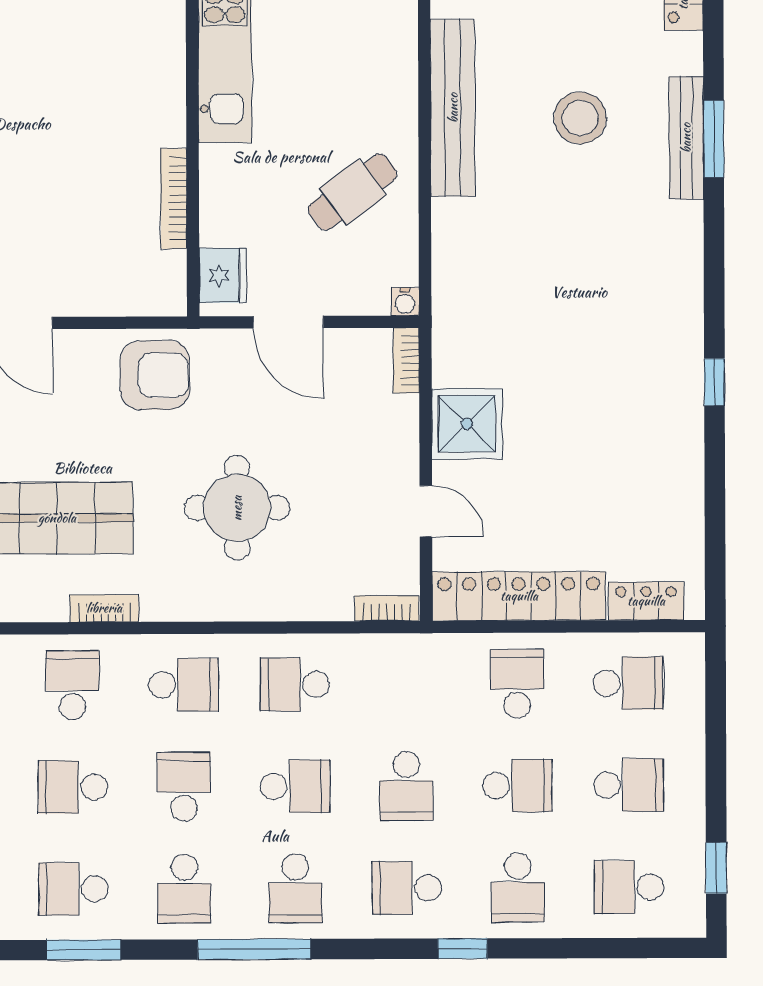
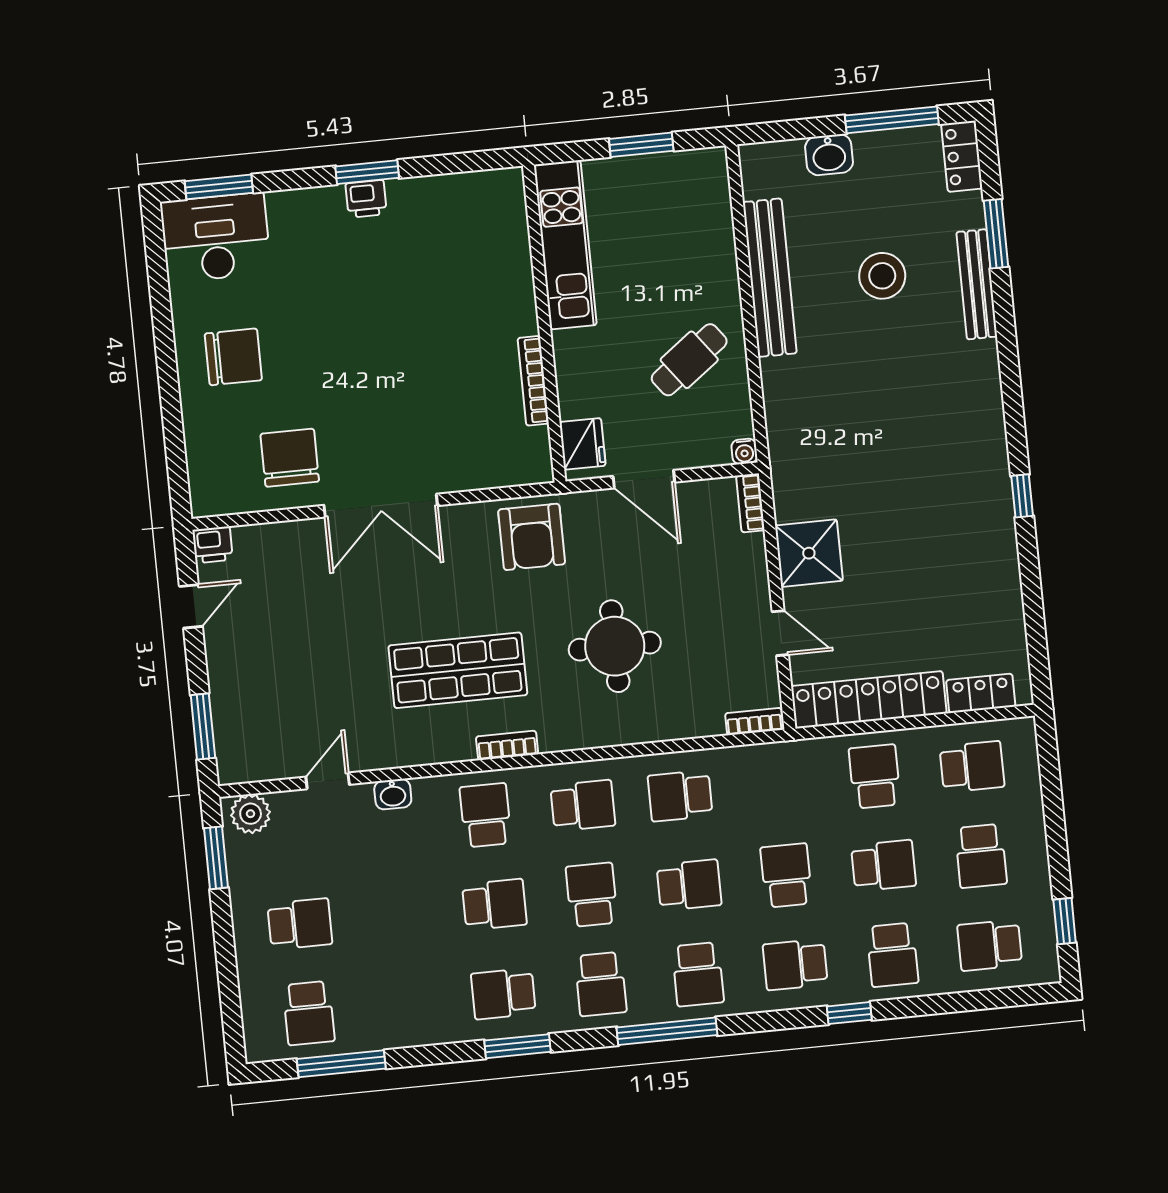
window: (714, 139) -> (996, 234), moved
armchair: (155, 375) -> (532, 537), turned 90
school desk: (629, 785) -> (981, 856), turned 90
school desk: (406, 786) -> (786, 875), turned 180
school desk: (73, 787) -> (494, 904), turned 180

